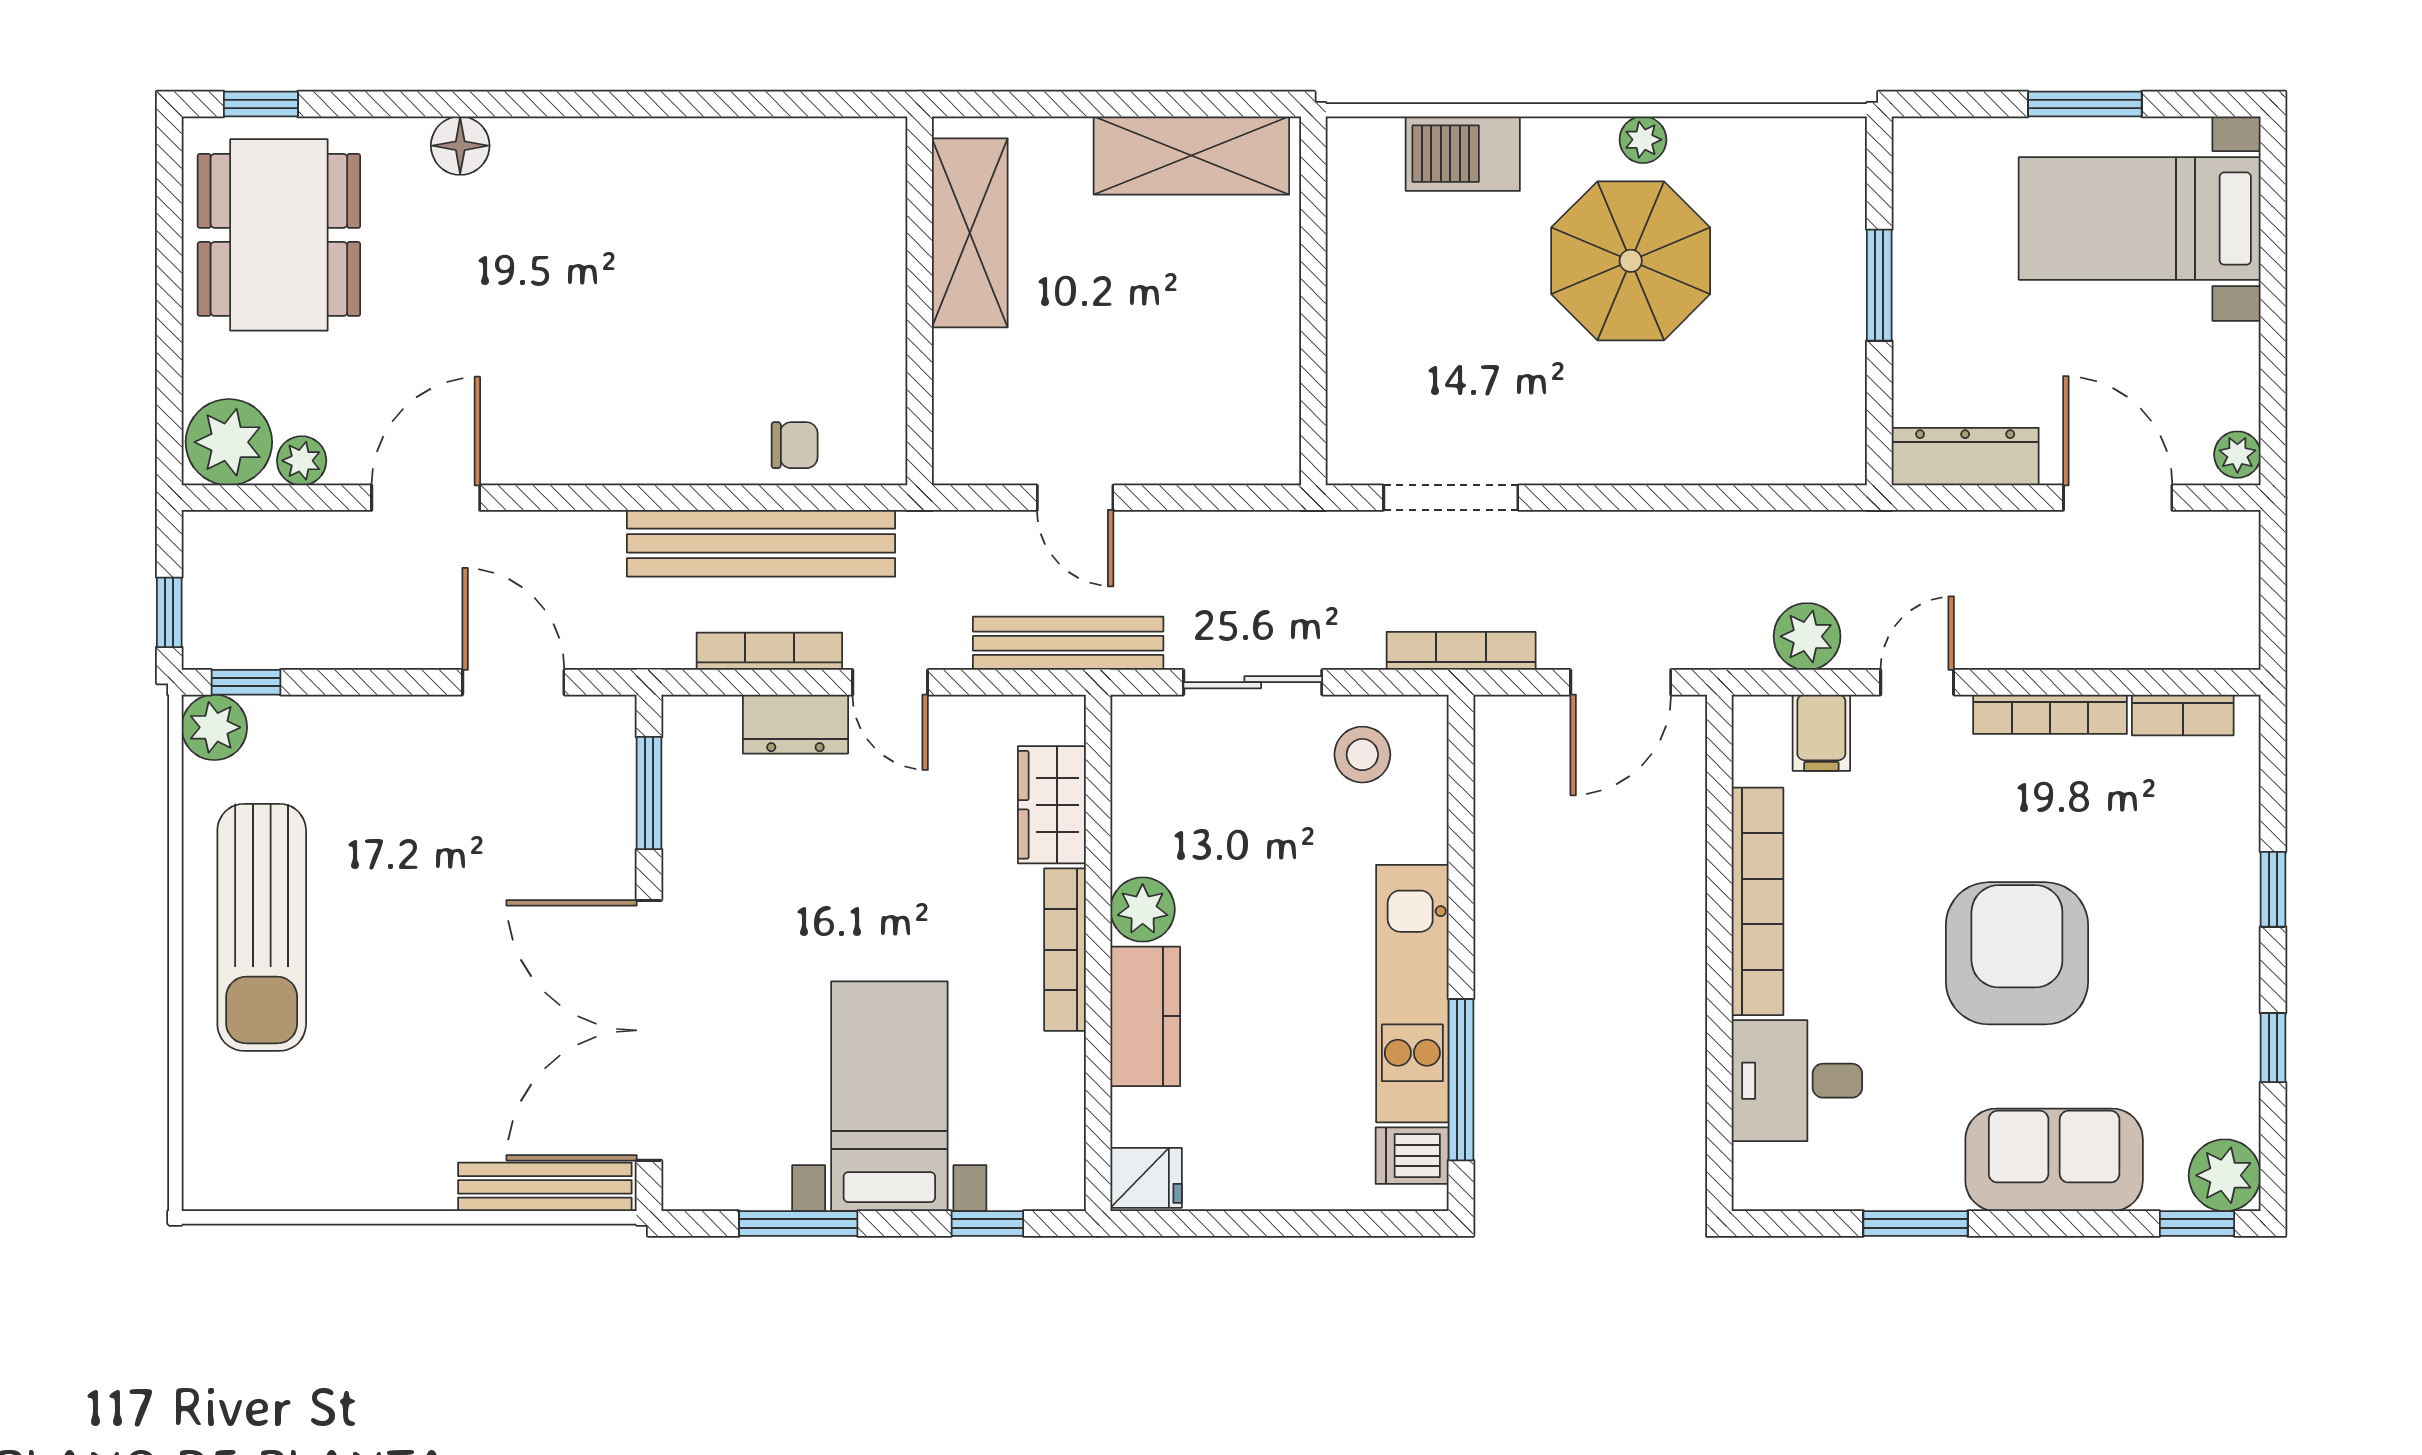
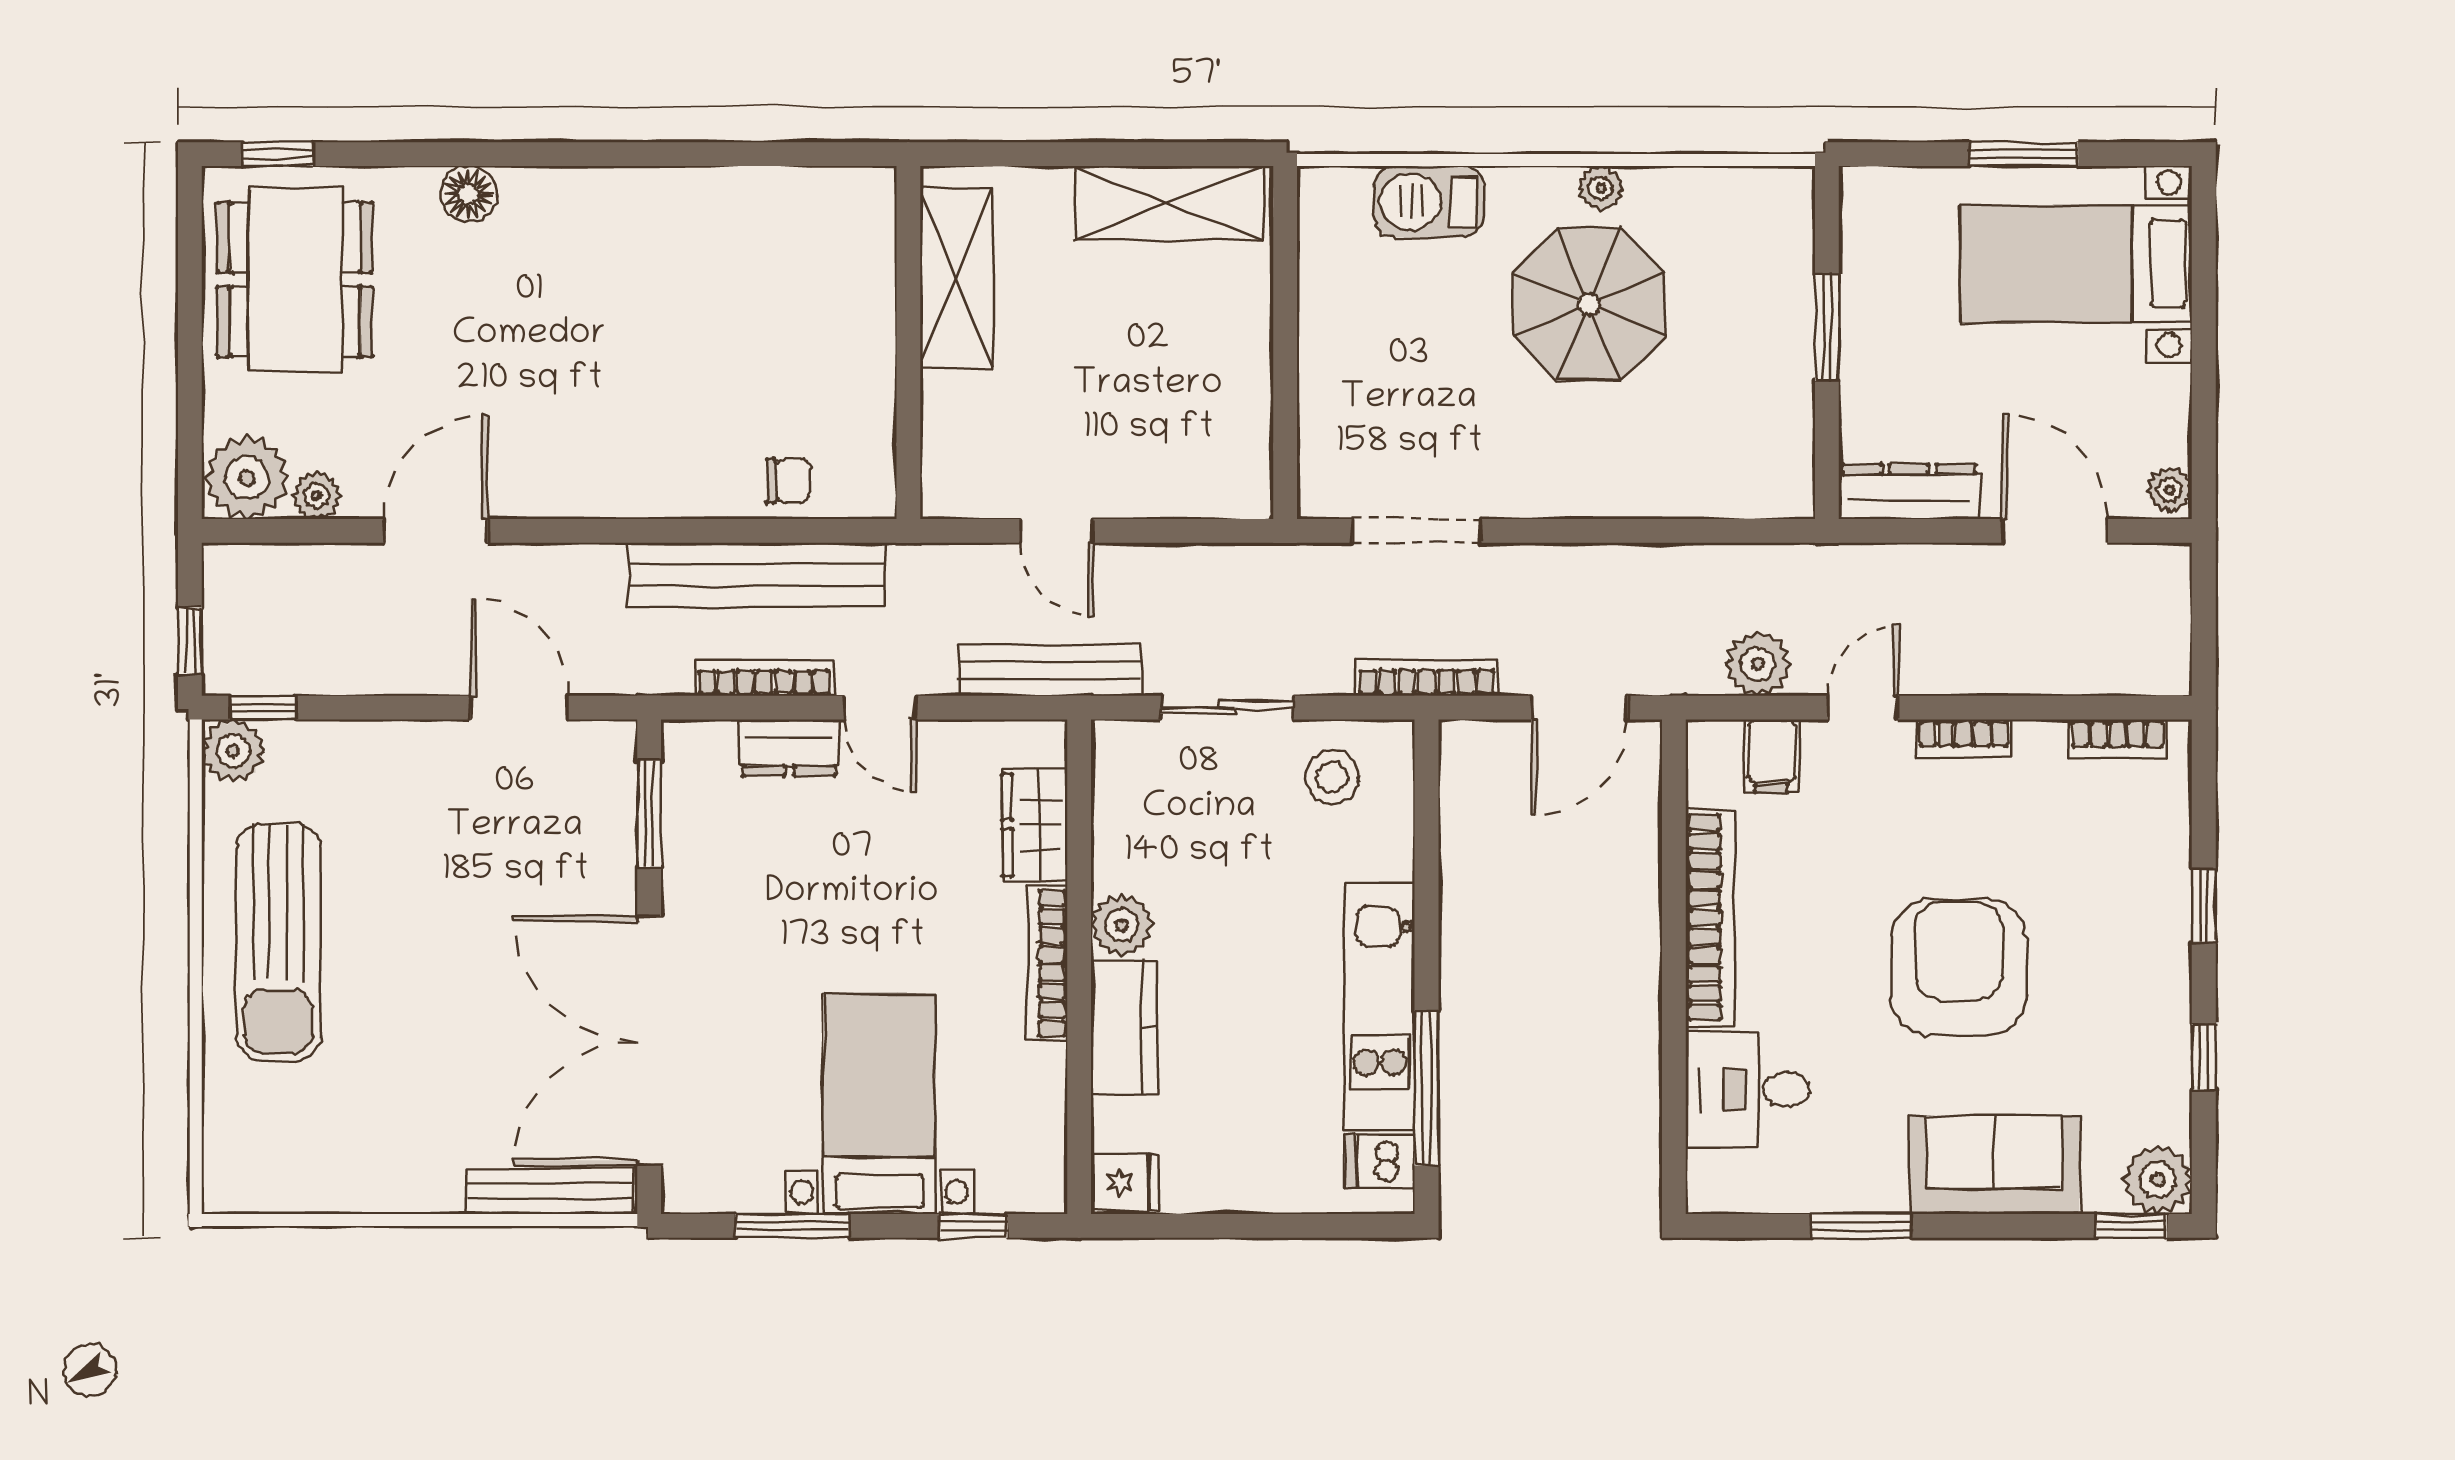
bookcase: (2050, 714) -> (1964, 738), width x0.64

